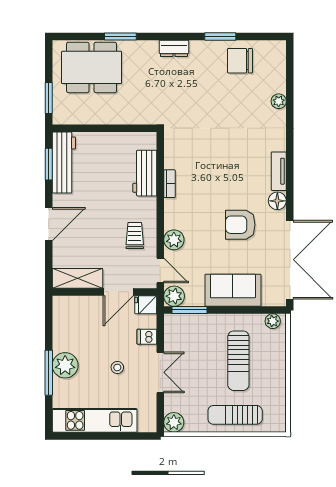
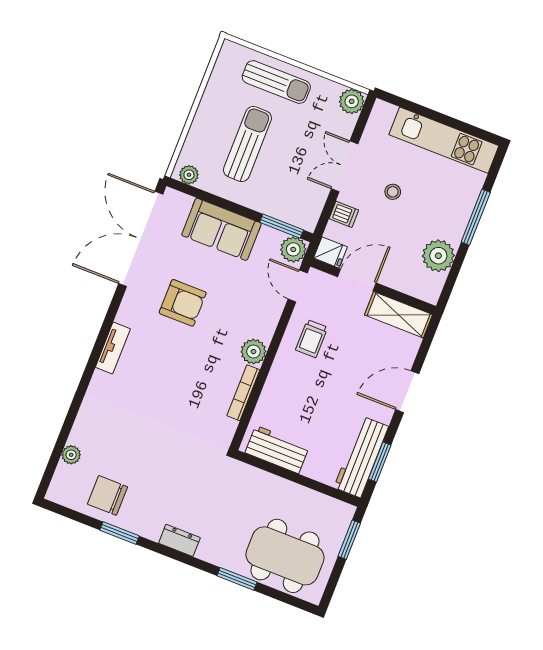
chair: (240, 61) -> (107, 495), turned 180
plant: (279, 101) -> (71, 455), moved
workbench: (145, 173) -> (277, 450), moved, turned -90
bookcase: (169, 184) -> (243, 393), width x1.56
floor lamp: (277, 201) -> (128, 314), removed
plant: (174, 240) -> (253, 352), moved
plant: (65, 365) -> (438, 256), moved

